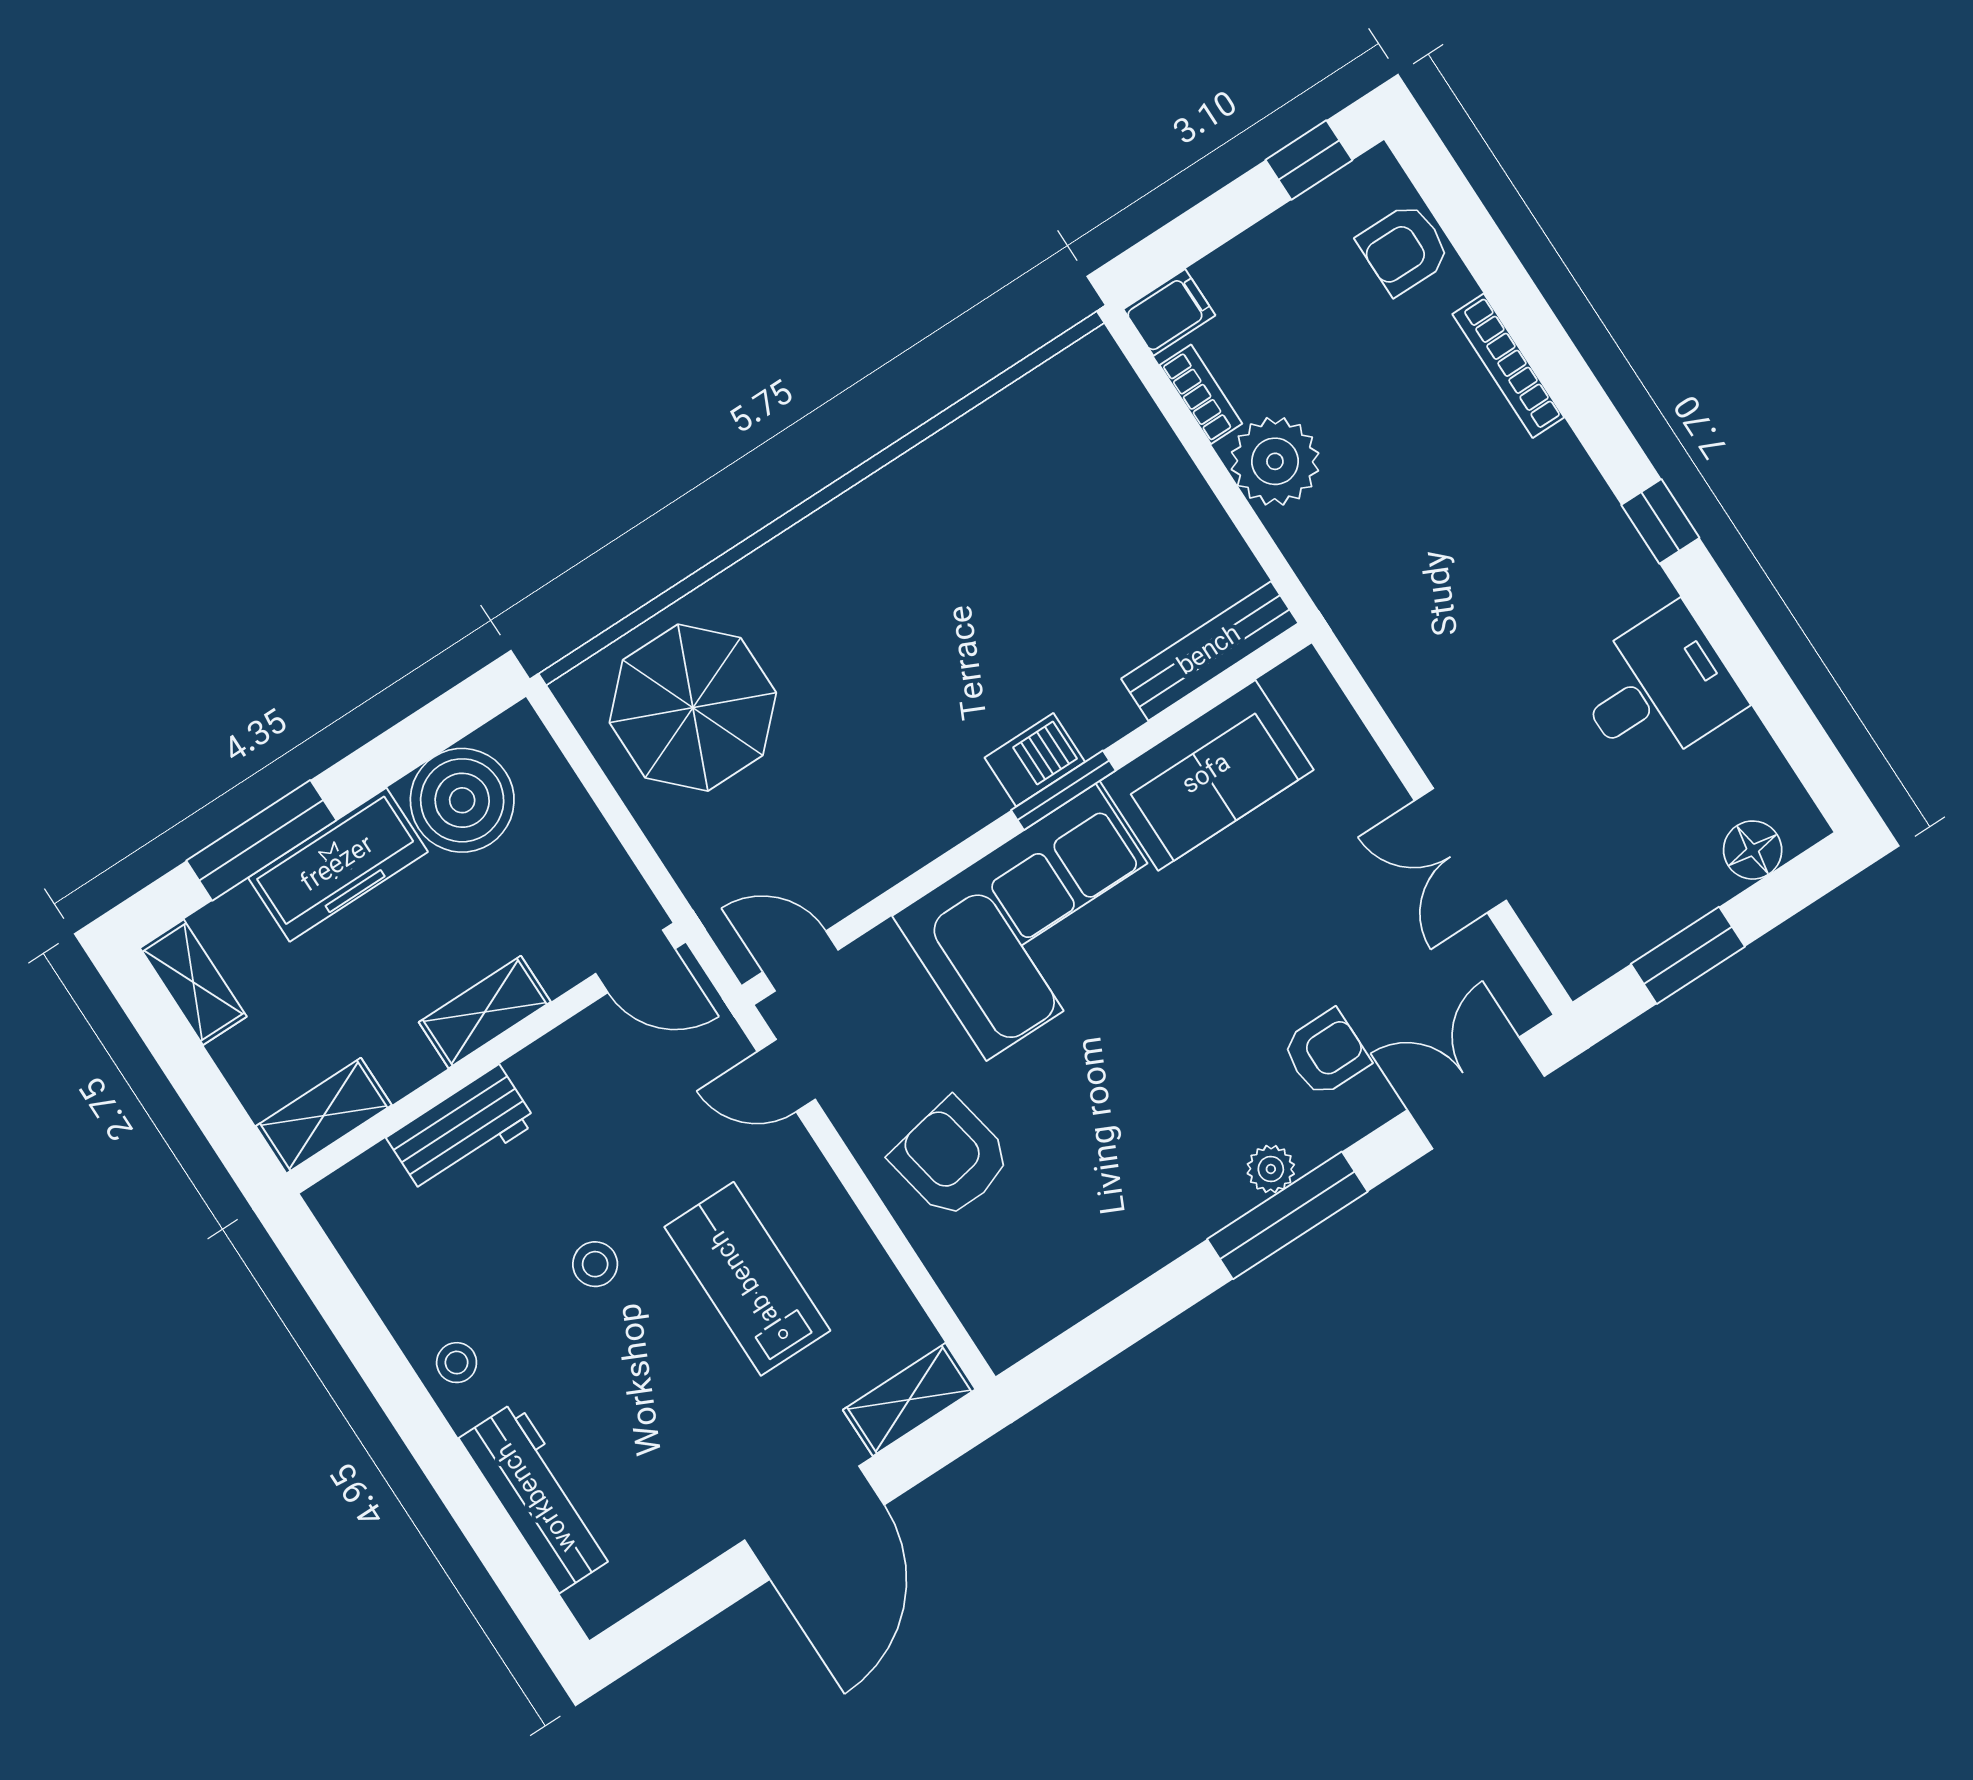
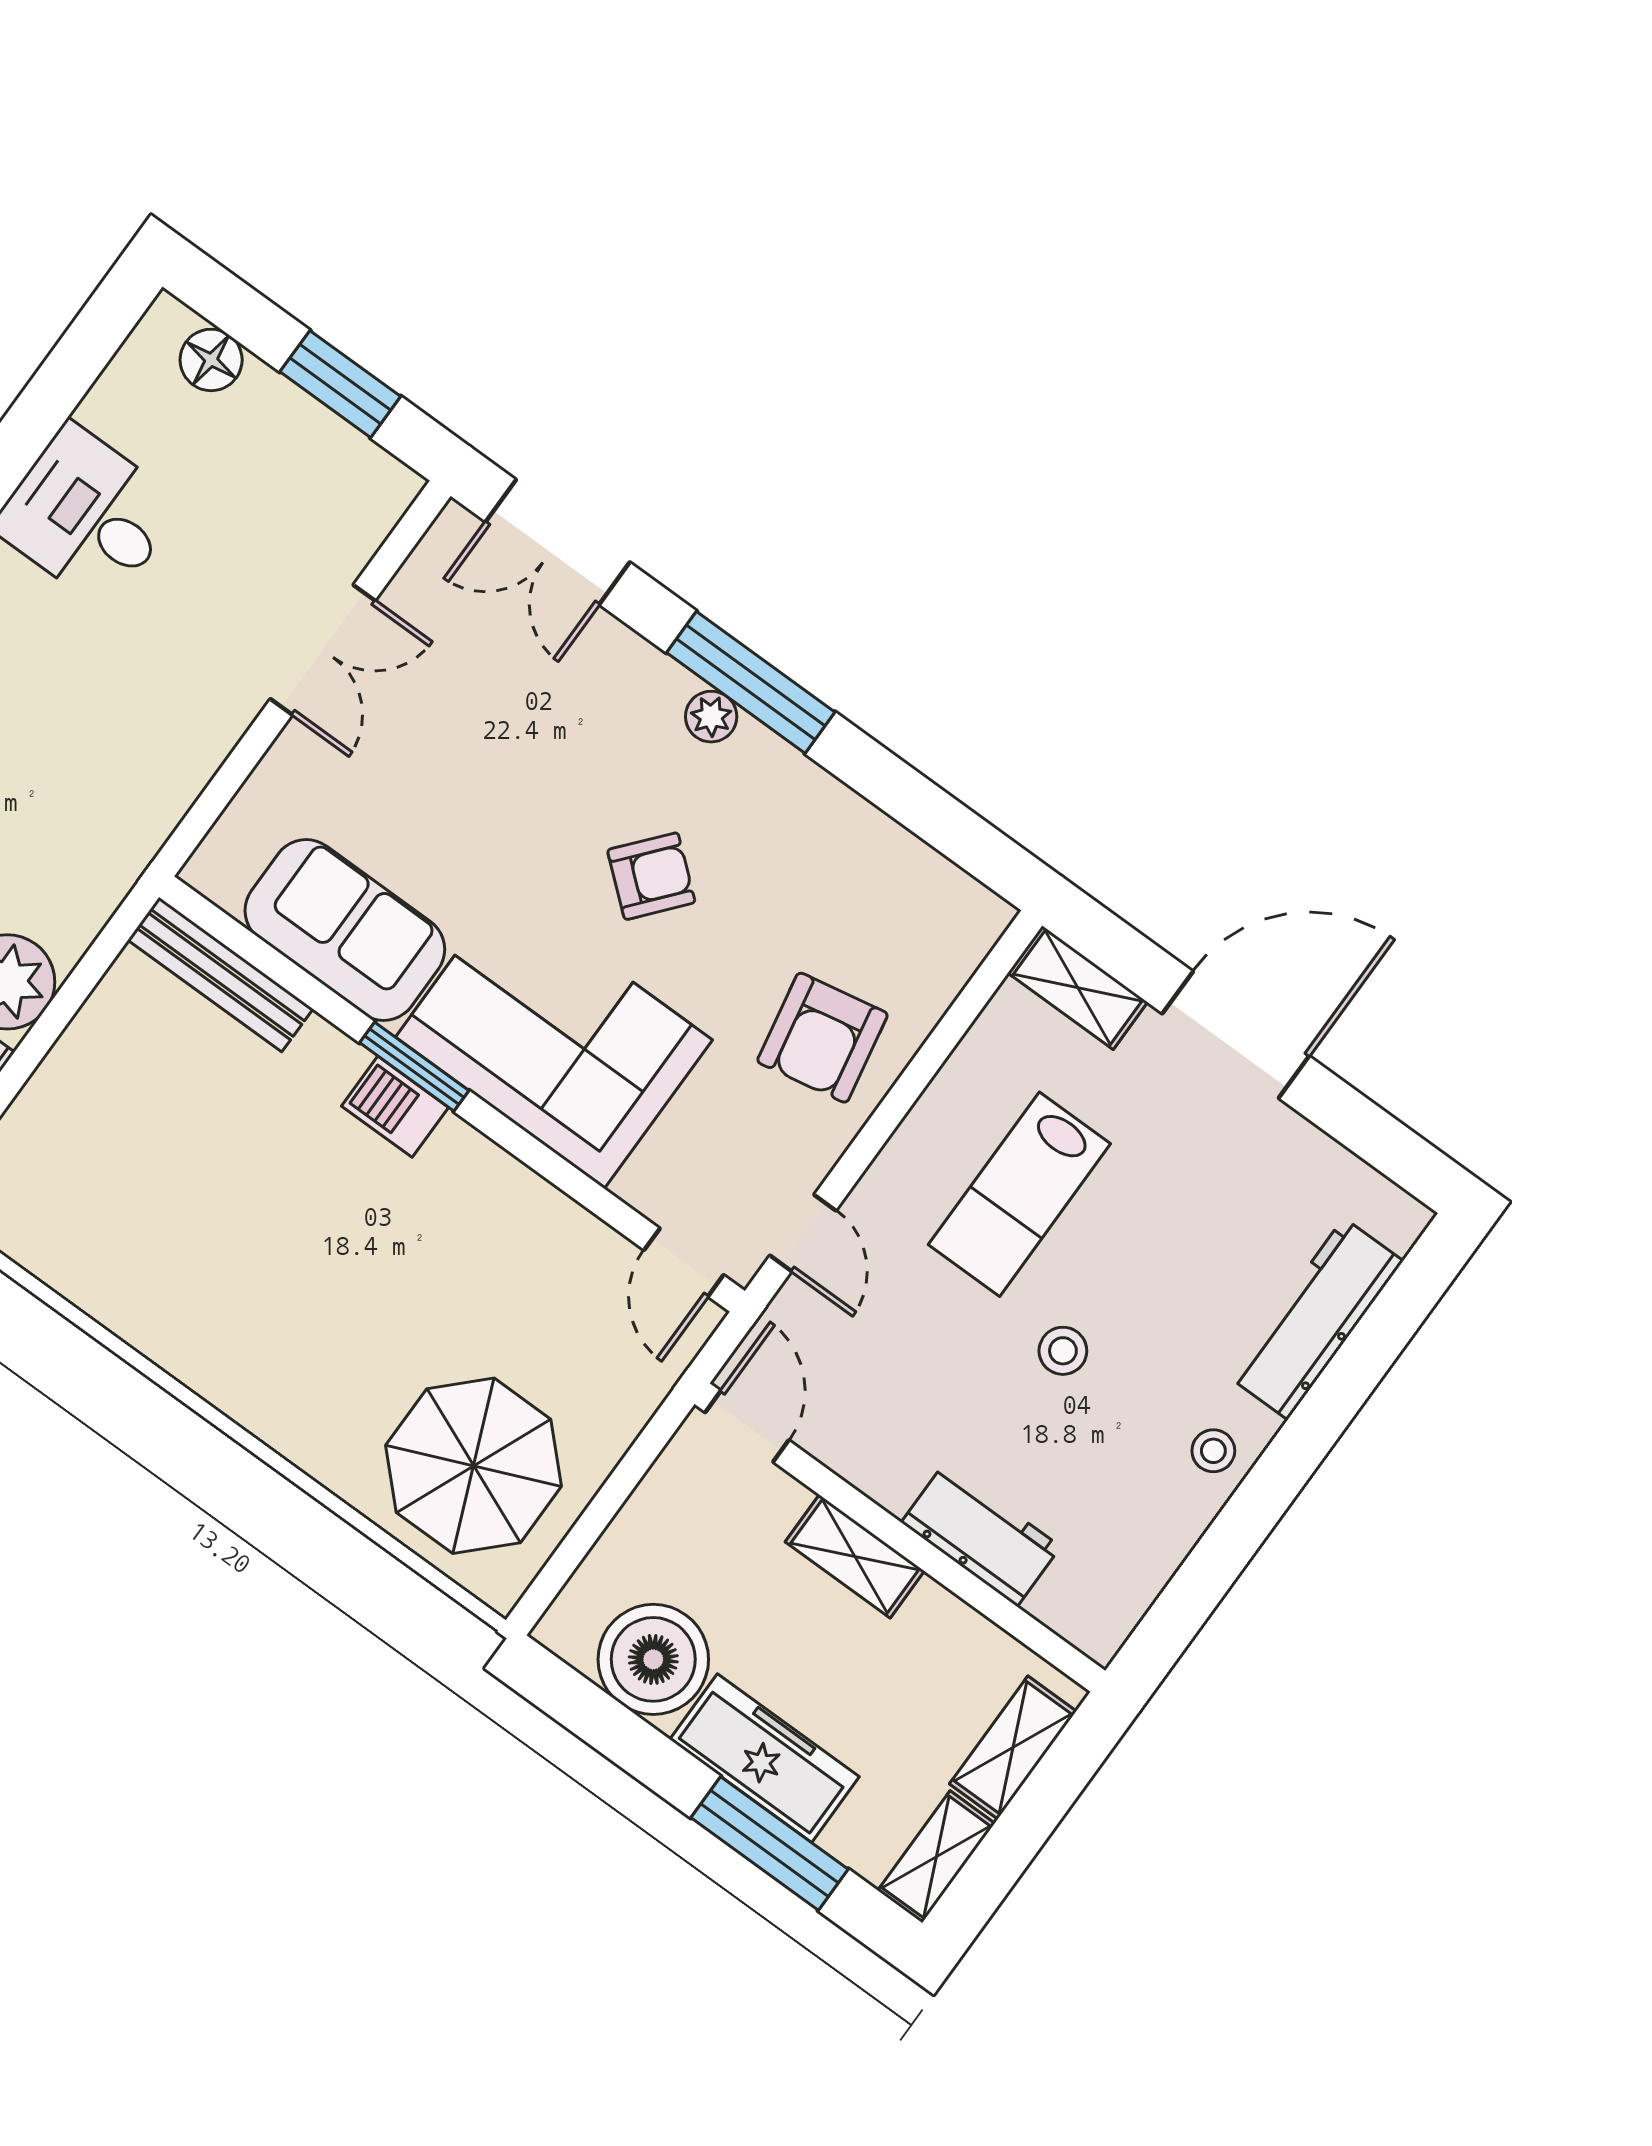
armchair: (1326, 1053) -> (651, 876), moved, turned 130
shelving: (324, 1116) -> (1013, 1748), moved, turned 90

